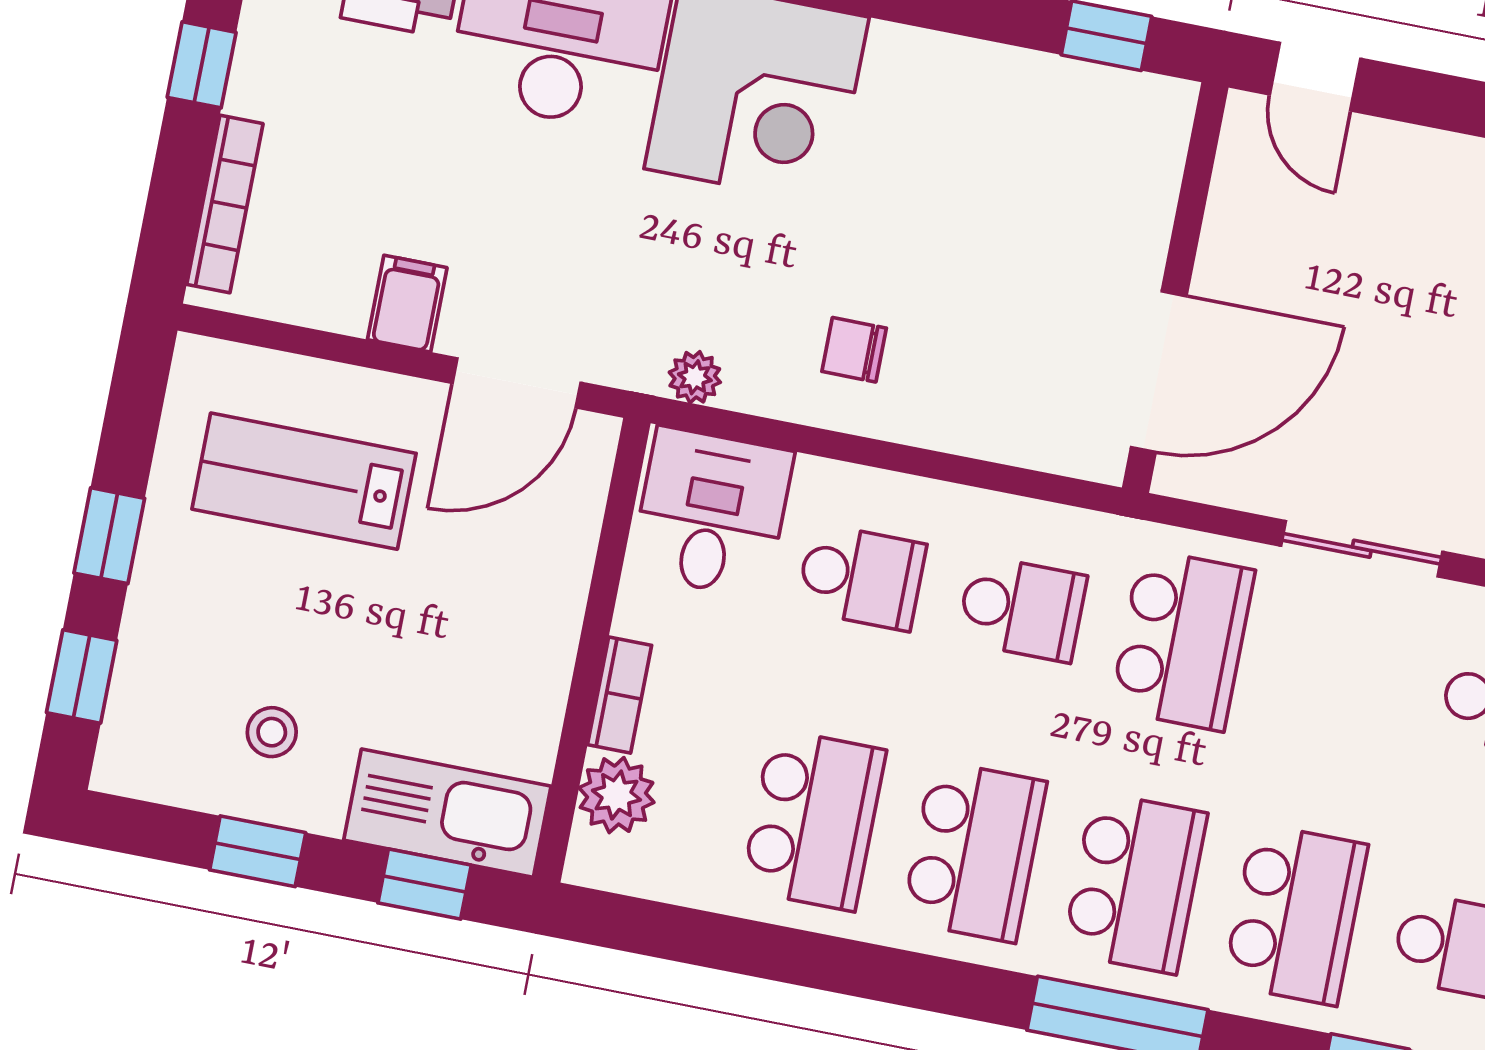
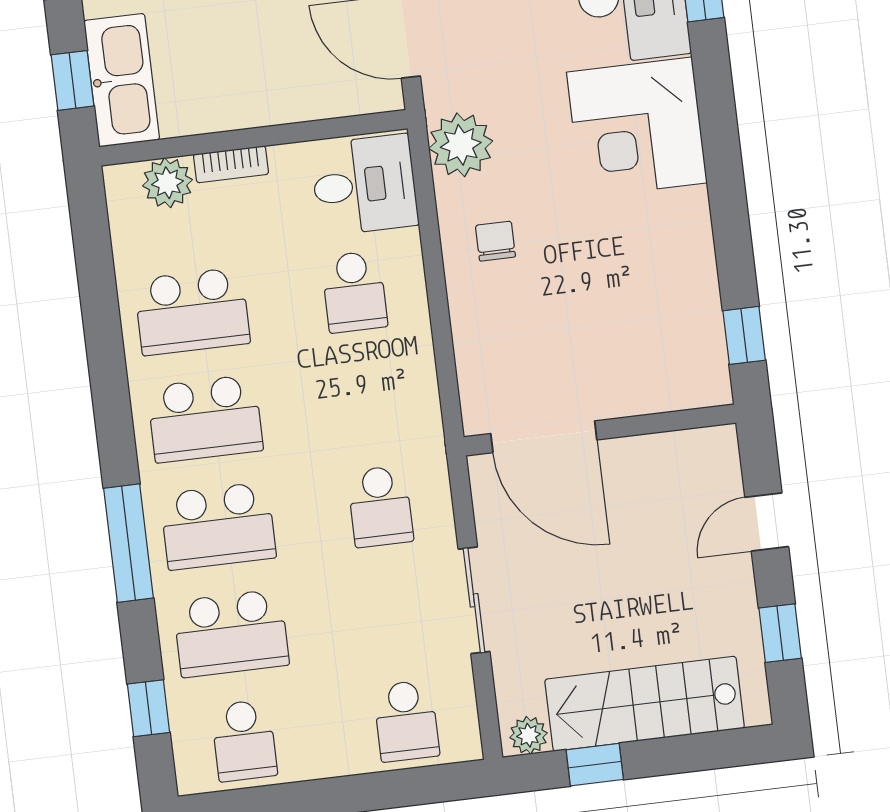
door: (1315, 77) -> (767, 522), moved
plant: (695, 377) -> (461, 145), width x1.88, depth x1.88
school desk: (1022, 608) -> (367, 399), removed
school desk: (1182, 640) -> (380, 506), width x0.54

